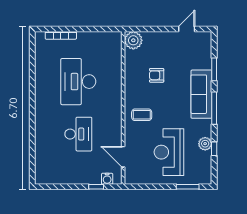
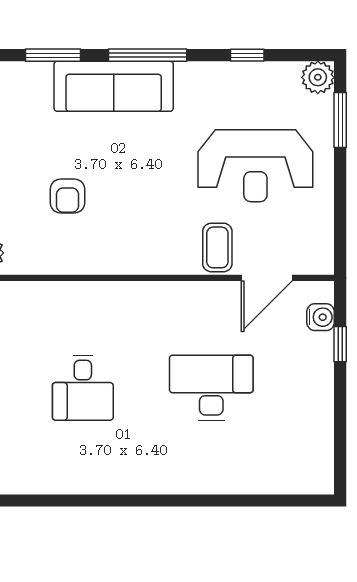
desk: (78, 82) -> (83, 388), width x0.53, depth x0.77
coffee table: (142, 115) -> (217, 247), moved
plant: (205, 144) -> (318, 77), moved

